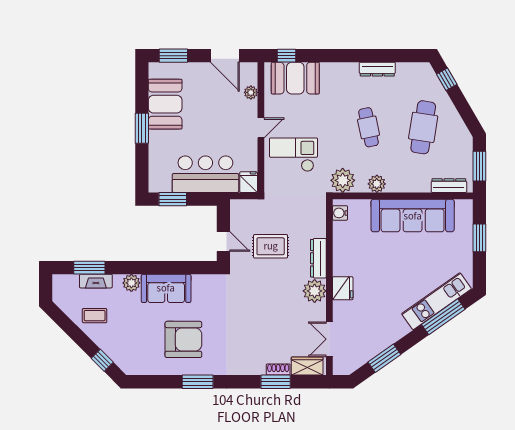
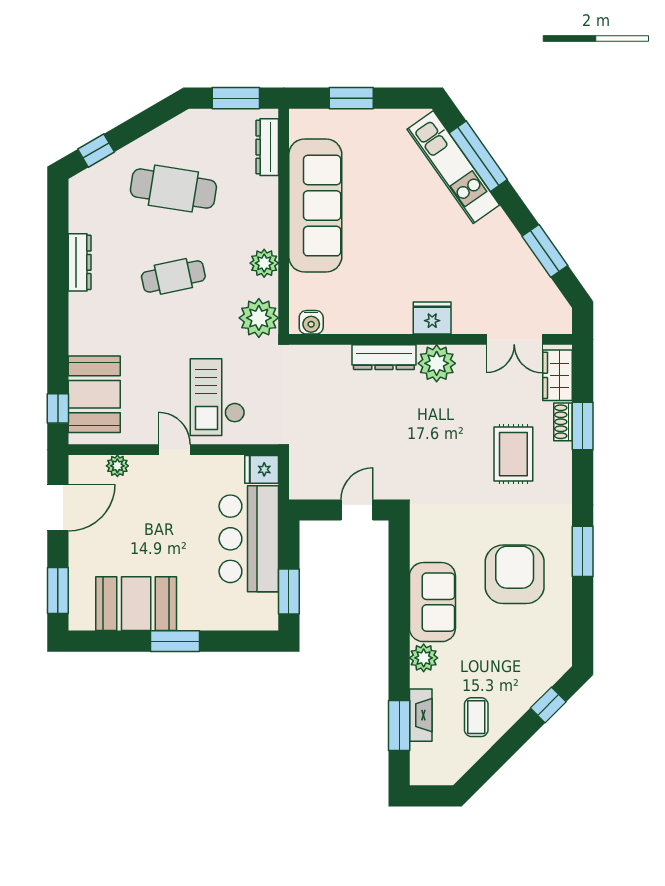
rug: (271, 246) -> (513, 454), moved

